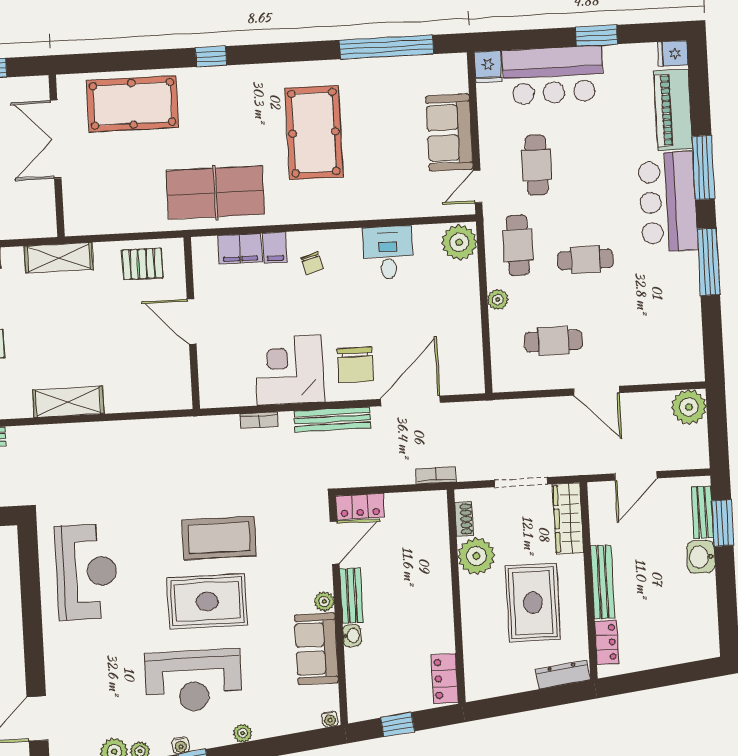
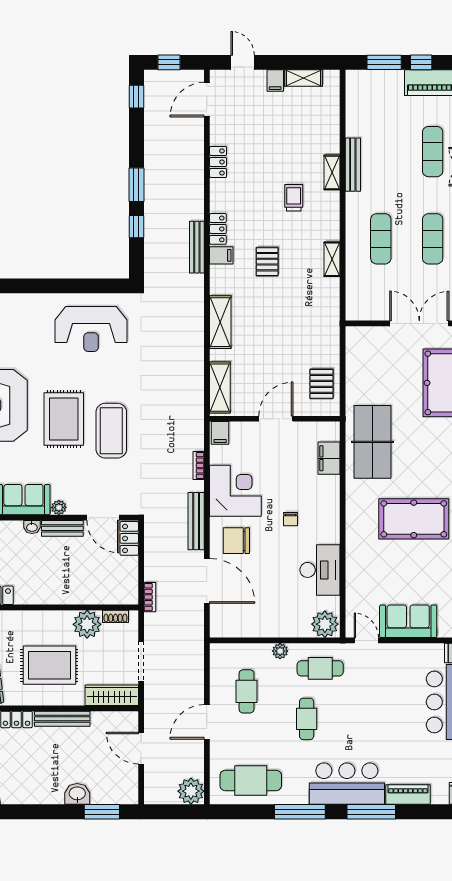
piano: (673, 110) -> (408, 795), width x0.73, depth x0.75
cafe table: (537, 165) -> (251, 780), moved, width x1.37, depth x1.35
filing cabinet: (275, 248) -> (220, 433), moved, turned -90
desk: (388, 253) -> (320, 570), width x1.37
shelving: (59, 258) -> (220, 388), moved
chair: (312, 263) -> (291, 519), moved, turned -73
bench: (702, 512) -> (111, 797), removed

